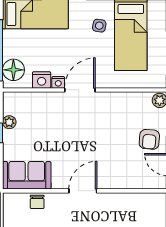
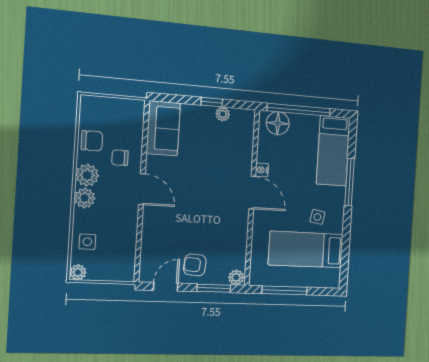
nightstand: (42, 80) -> (265, 152), removed
chair: (37, 202) -> (120, 158), moved

